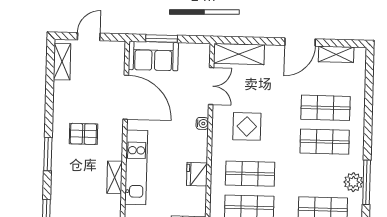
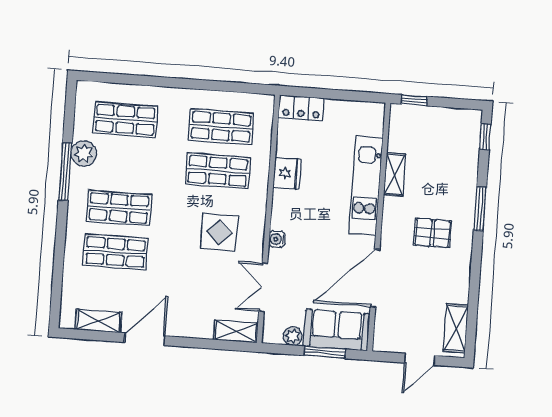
plant: (187, 50) -> (293, 336), added
shelving: (239, 54) -> (236, 331), width x0.67, depth x0.75
door: (126, 97) -> (375, 278), hinge flipped
window: (367, 182) -> (65, 172), moved

